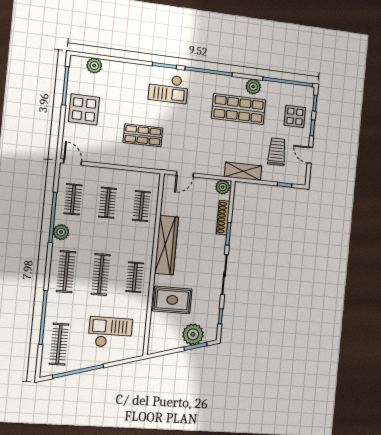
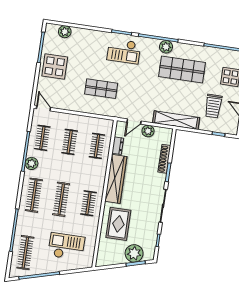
plant: (253, 87) -> (166, 47), moved
trolley: (277, 152) -> (213, 106), turned 180
shelving: (243, 171) -> (176, 120), width x1.47
plant: (223, 187) -> (148, 131), moved
dresser: (167, 204) -> (118, 146), added
rug: (172, 300) -> (118, 224), turned 90

